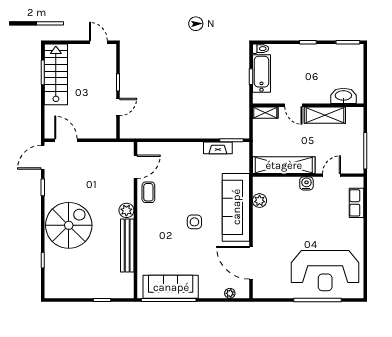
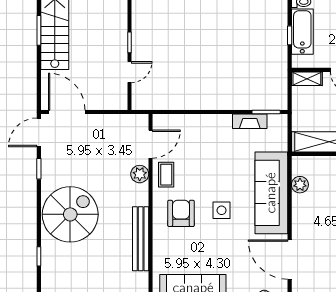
door: (66, 140) -> (67, 112), width x1.36
plant: (126, 210) -> (140, 174), moved
armchair: (161, 224) -> (181, 213), added

